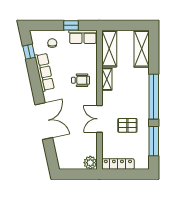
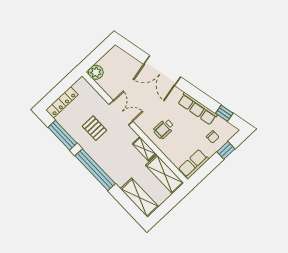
window: (71, 25) -> (226, 150), moved
pallet: (127, 125) -> (94, 128), turned 90
locker: (118, 164) -> (62, 102), moved

